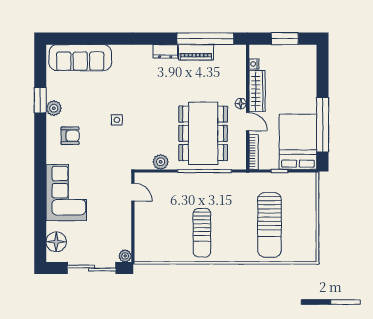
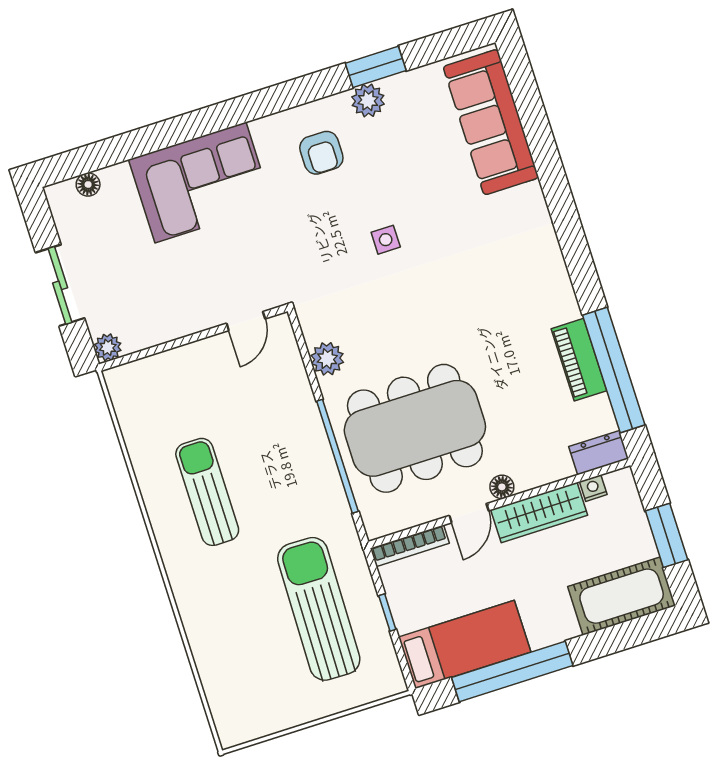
dresser: (165, 51) -> (599, 453), moved, turned 90
cot: (305, 67) -> (622, 596), added
bed: (298, 142) -> (465, 645), width x0.67
sun lounger: (269, 225) -> (319, 609), moved, turned 91
sun lounger: (202, 233) -> (207, 492), turned 90
floor lamp: (56, 242) -> (88, 184), width x0.53, depth x0.53
sliding door: (92, 268) -> (60, 285), width x0.73

